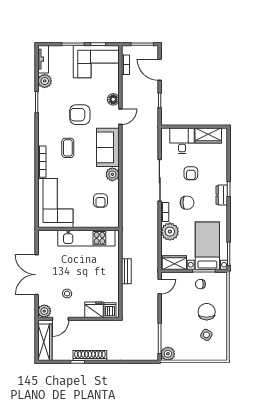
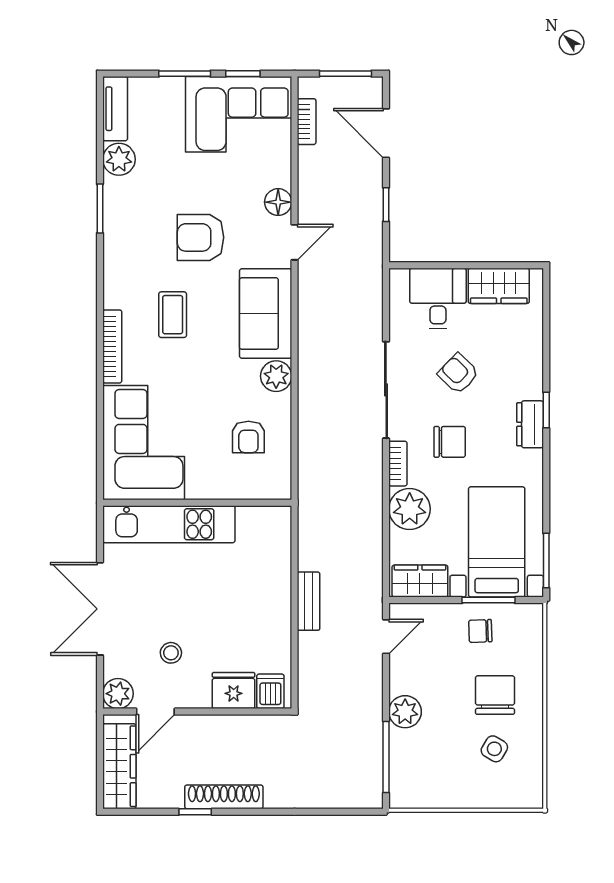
armchair: (191, 173) -> (458, 374), turned 134
kitchen unit: (86, 238) -> (169, 524), moved
plant: (168, 354) -> (405, 712), moved

